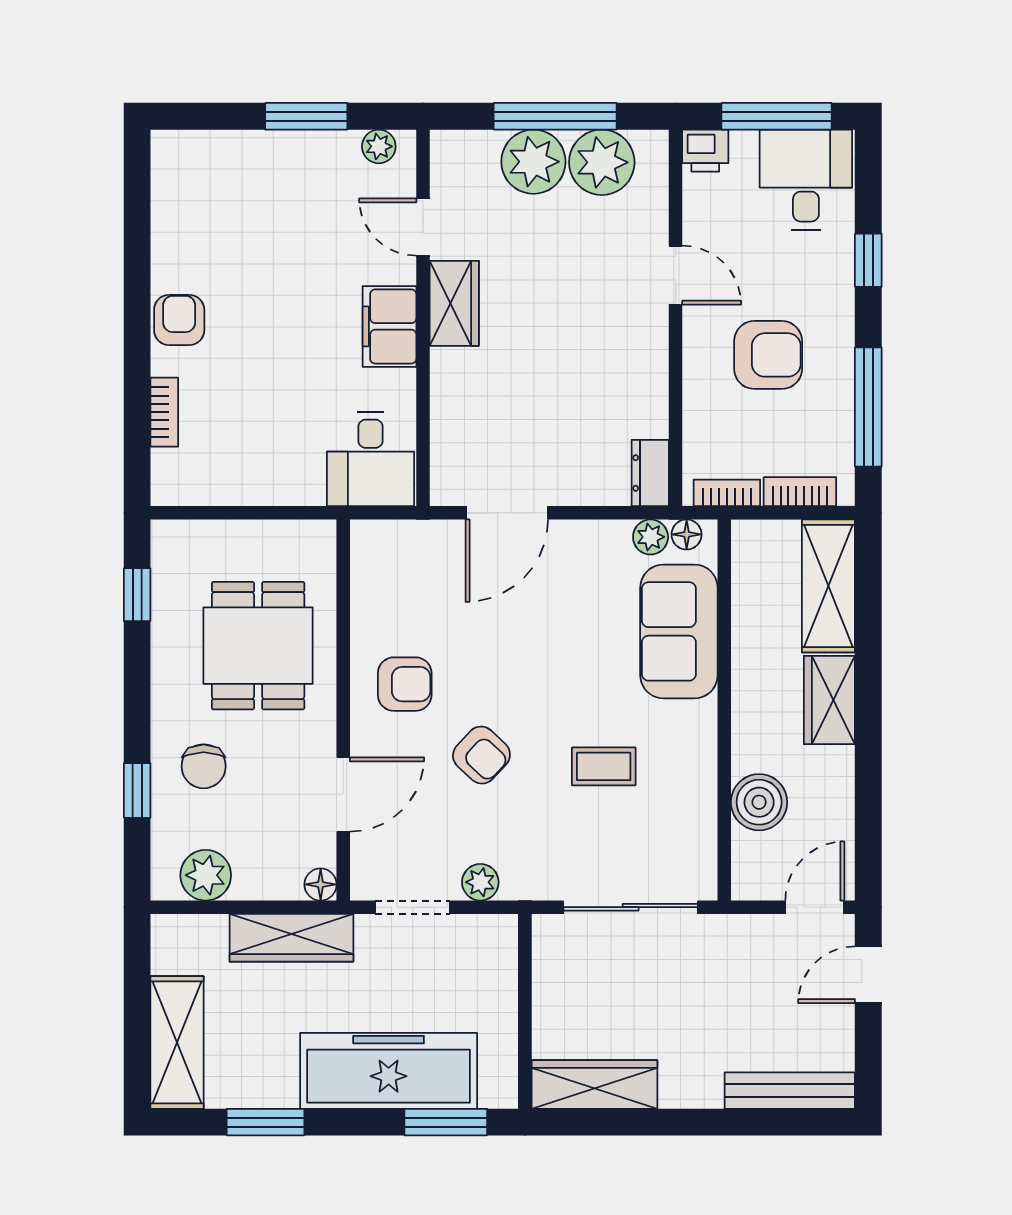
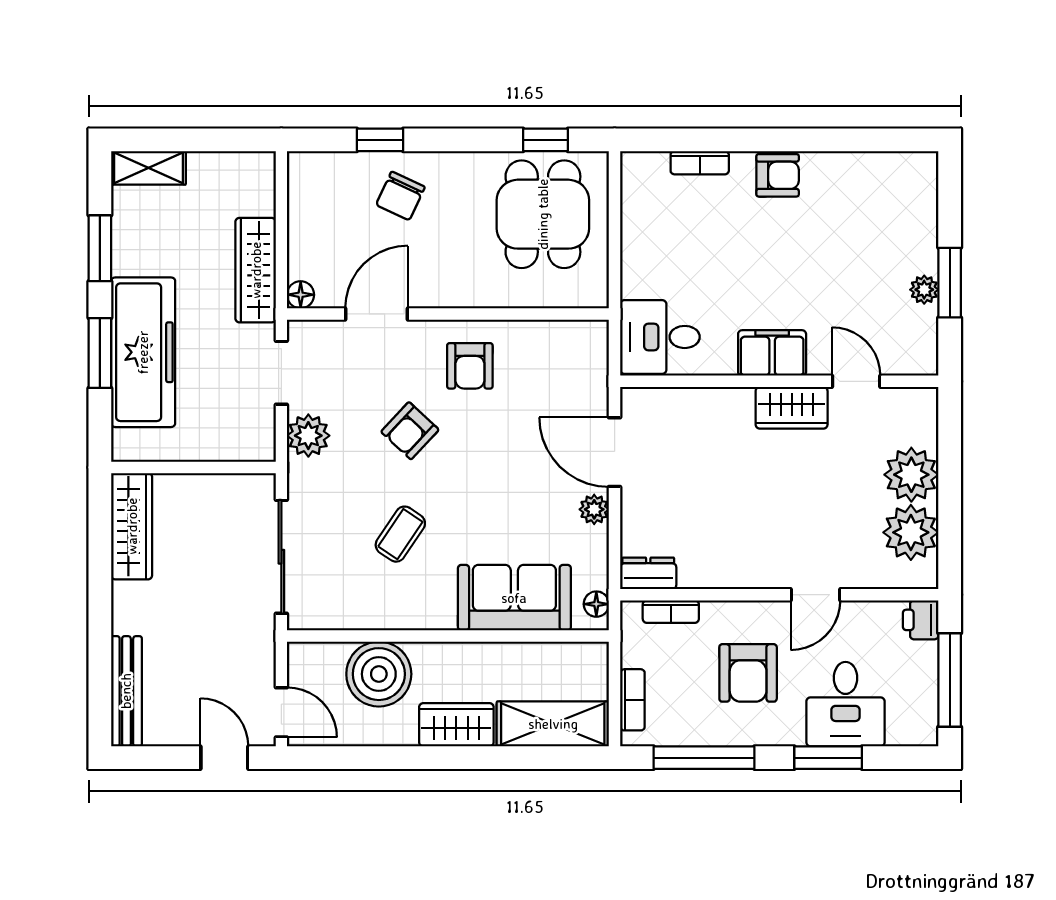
window: (555, 116) -> (950, 493), removed
plant: (379, 146) -> (924, 290), moved
desk: (806, 180) -> (846, 704), moved, turned 90
door: (423, 227) -> (856, 381), hinge flipped
window: (868, 260) -> (828, 758), width x1.50
bookcase: (727, 493) -> (671, 612), moved, turned 90
plant: (651, 537) -> (594, 509), moved
dining table: (258, 646) -> (543, 214), moved, turned 90
chair: (204, 766) -> (400, 196), turned -65
coffee table: (604, 766) -> (400, 534), turned 34
door: (343, 794) -> (377, 314), swing flipped
boiler: (759, 802) -> (379, 674), width x1.37, depth x1.37
plant: (206, 875) -> (308, 198), removed
plant: (480, 882) -> (308, 436), width x1.38, depth x1.38
shelving: (177, 1042) -> (148, 168), width x0.67, depth x0.75
window: (446, 1122) -> (100, 353), moved

